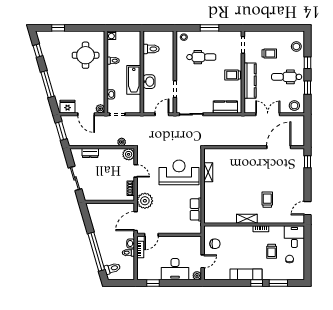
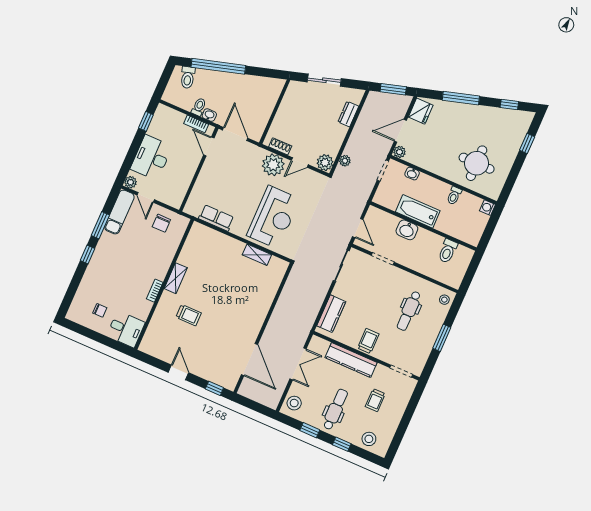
plant: (145, 201) -> (273, 165), moved
door: (308, 208) -> (178, 372), moved
trolley: (272, 251) -> (120, 292), removed
exam couch: (246, 274) -> (119, 212), moved
window: (278, 283) -> (100, 225), moved

